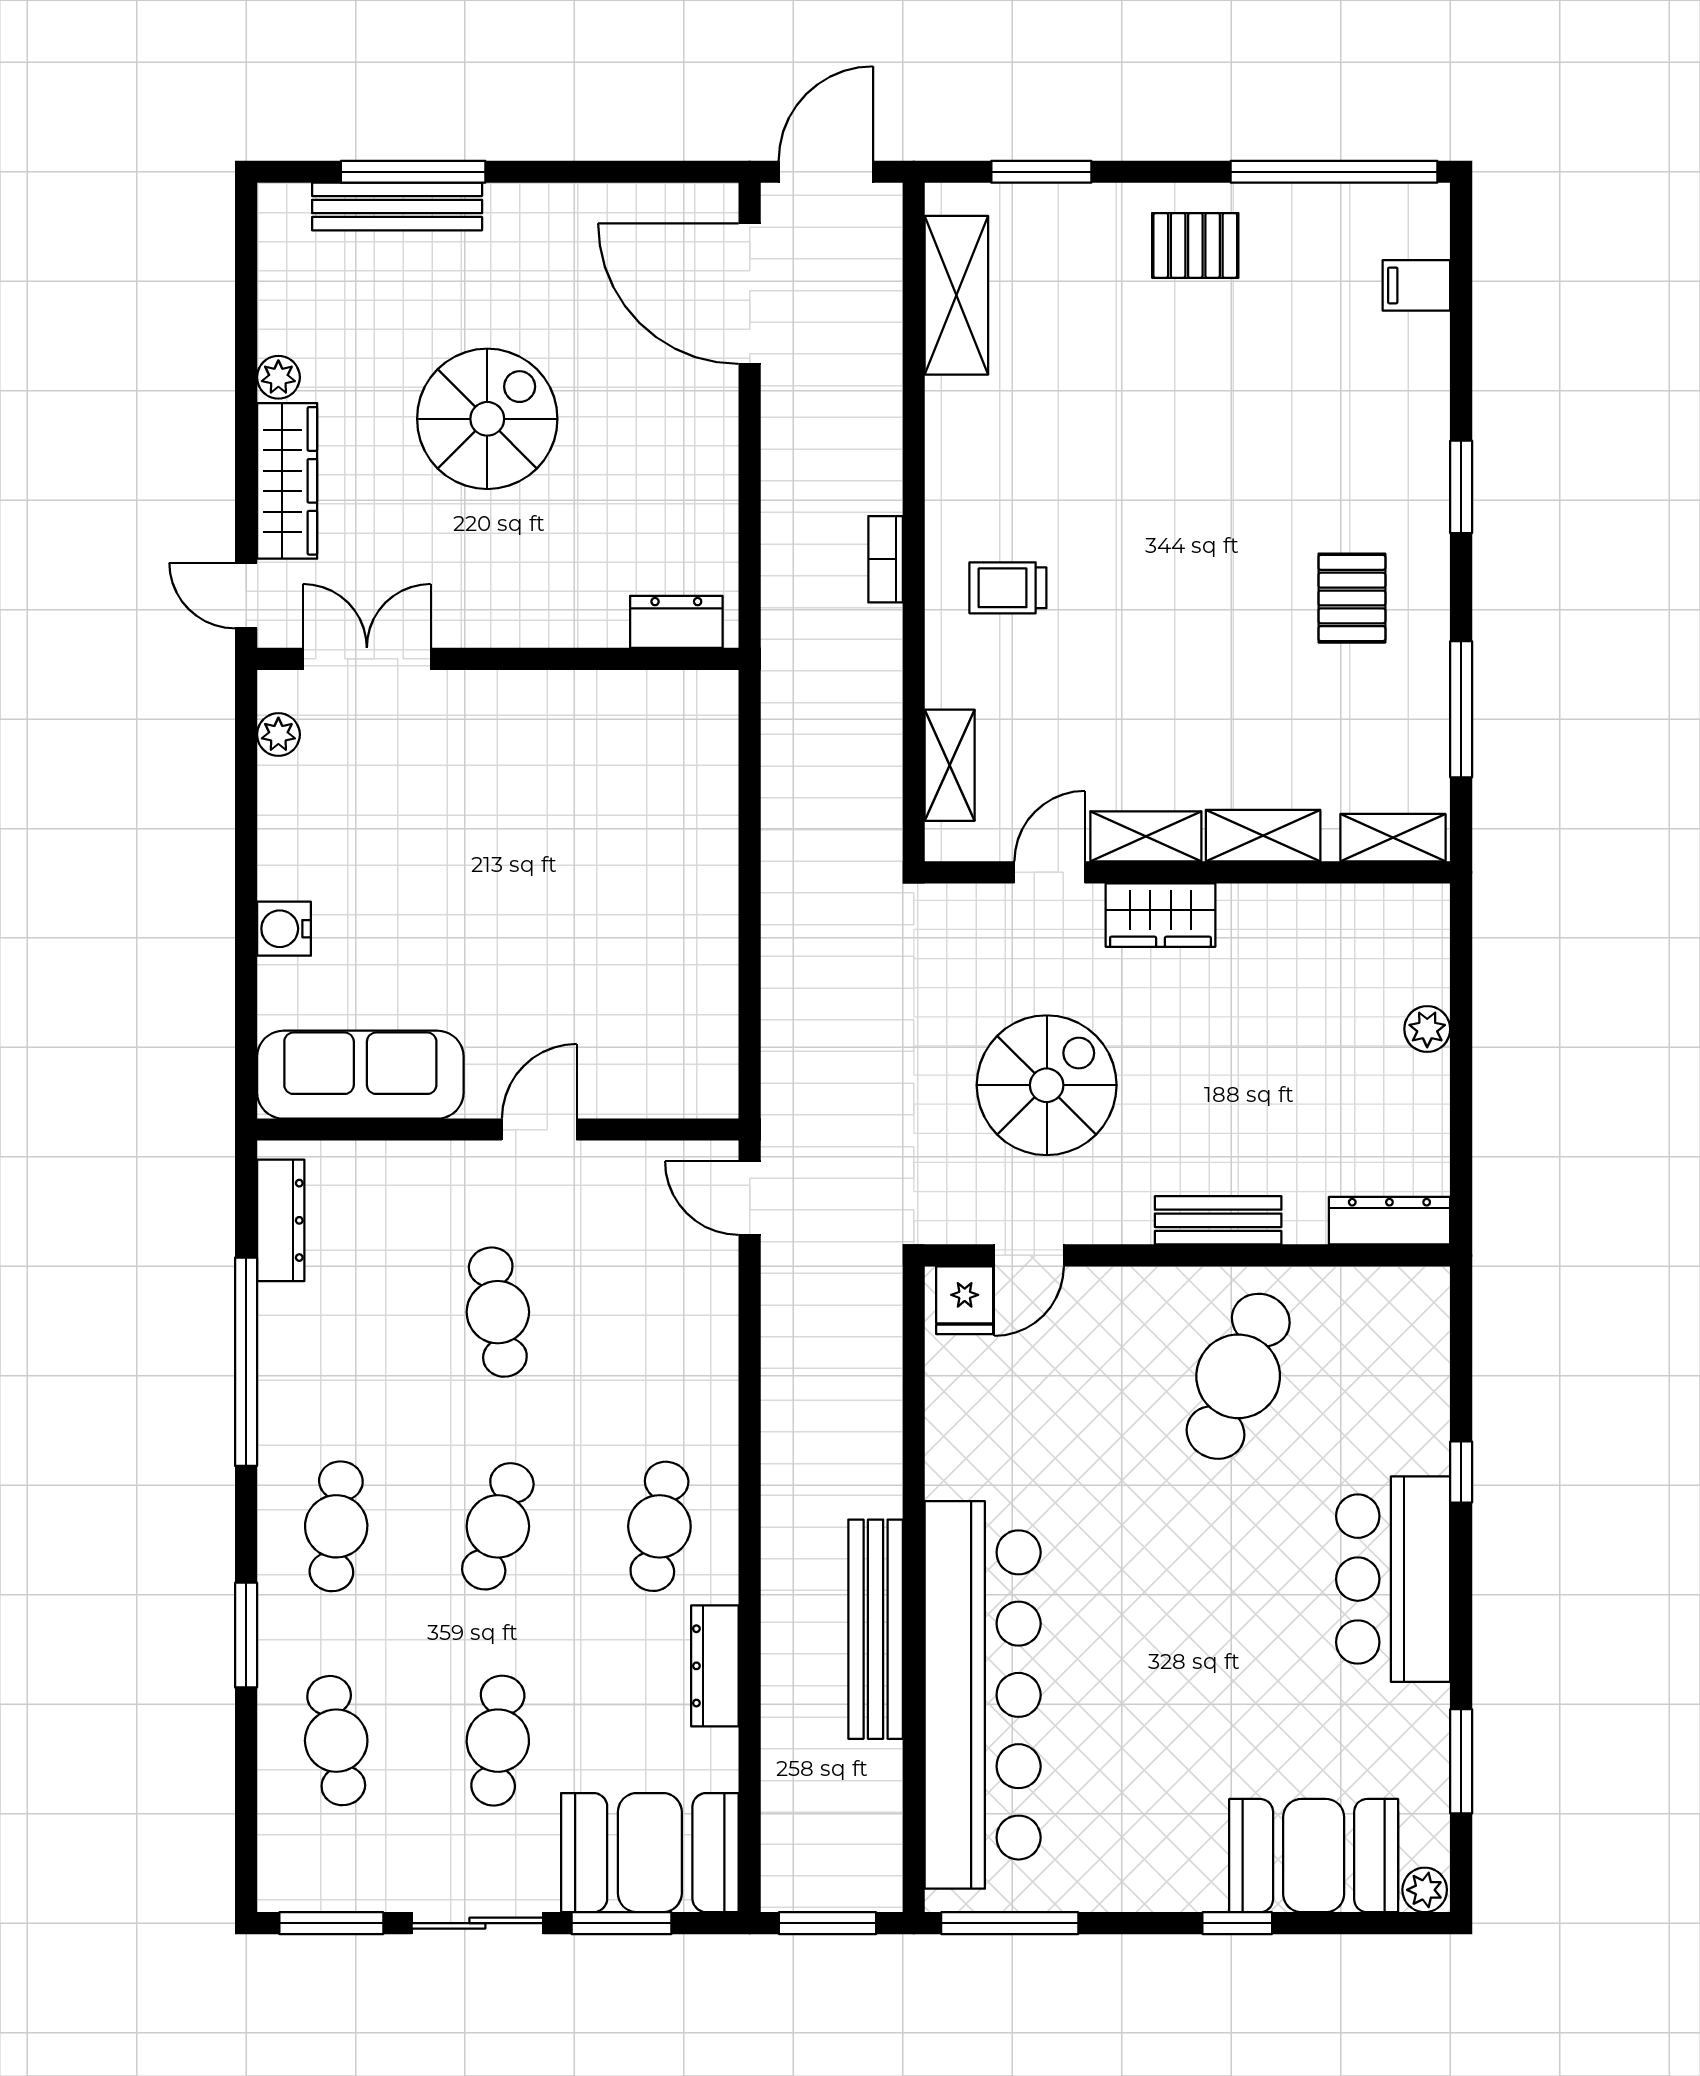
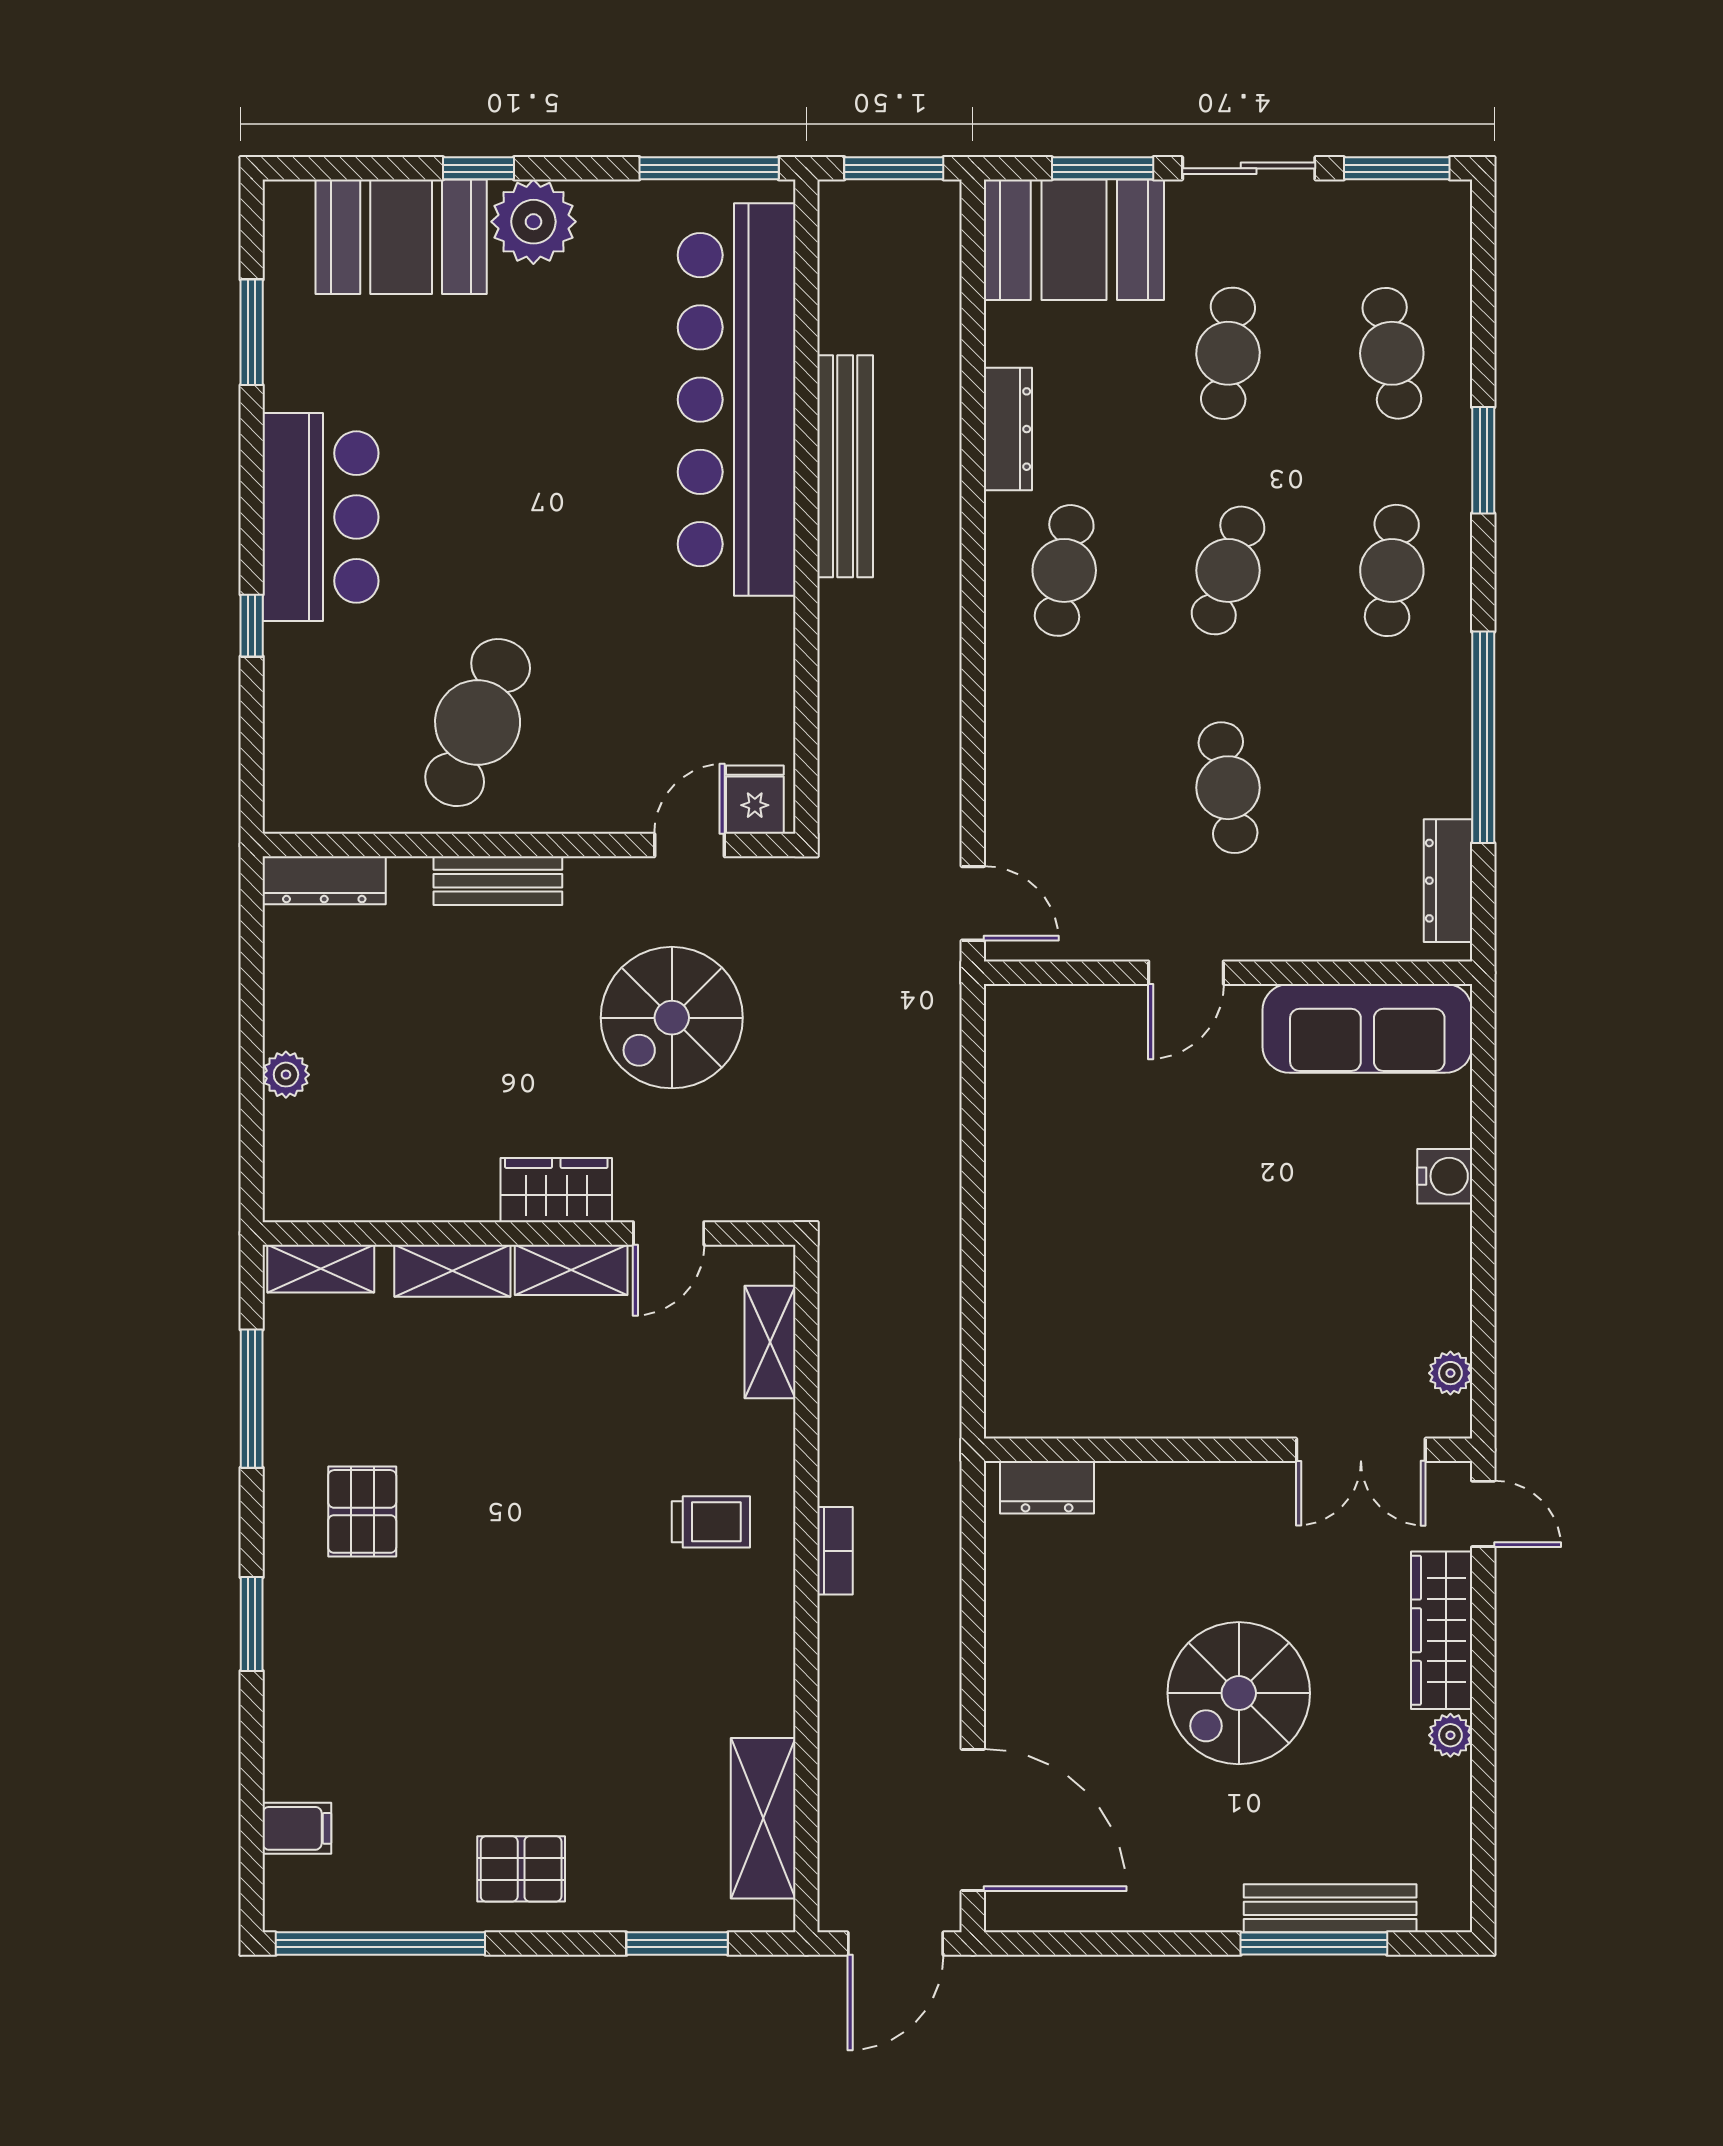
plant: (1425, 1890) -> (533, 222), moved, width x1.88, depth x1.88

